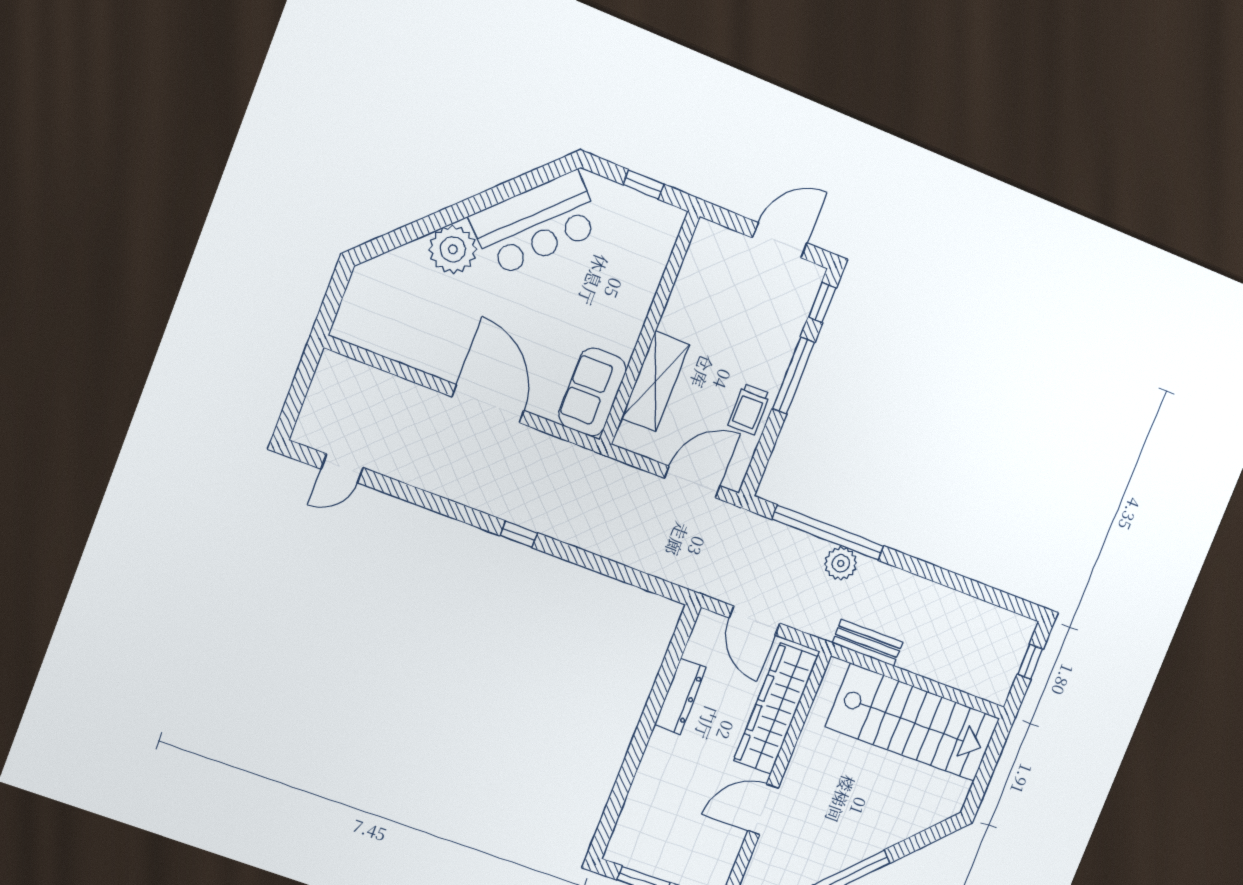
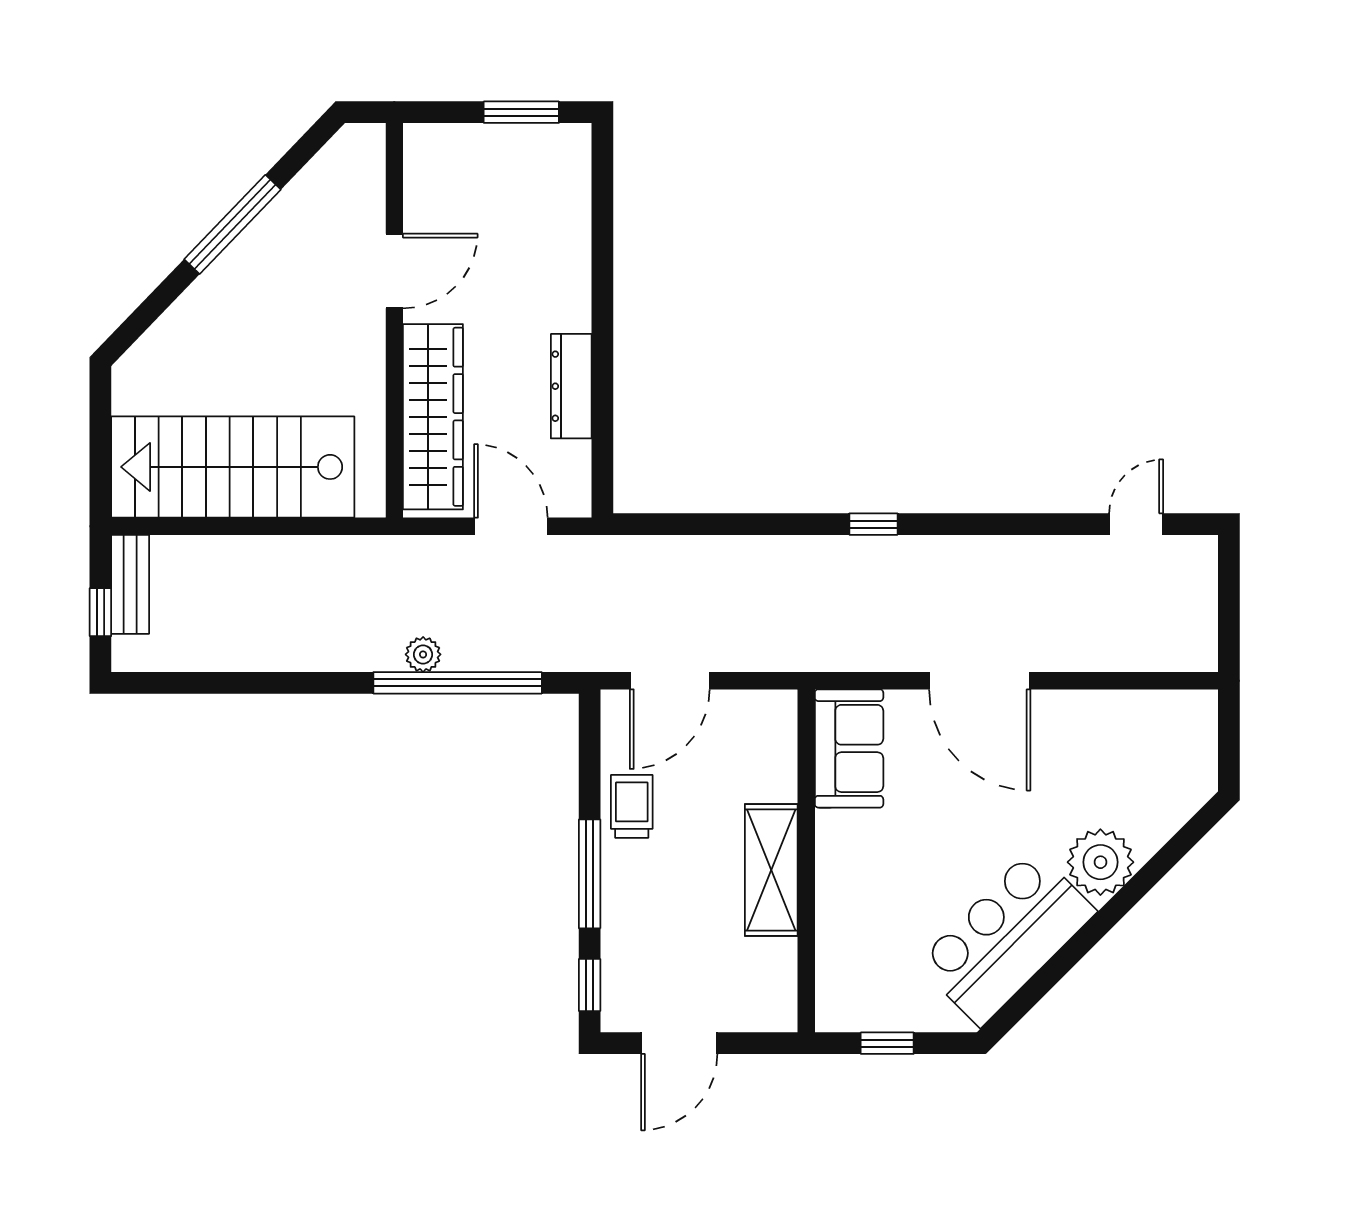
shelving: (655, 381) -> (771, 870), moved
plant: (841, 563) -> (423, 654), width x0.73, depth x0.73
bench: (868, 643) -> (130, 584), moved, turned 90

